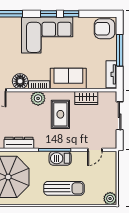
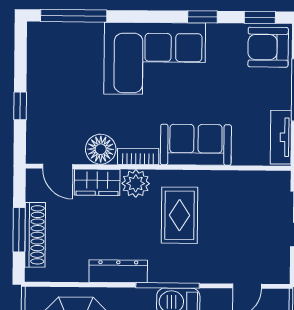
window: (48, 14) -> (260, 17), moved
wardrobe: (86, 98) -> (97, 182), moved
dresser: (19, 143) -> (118, 271), moved

